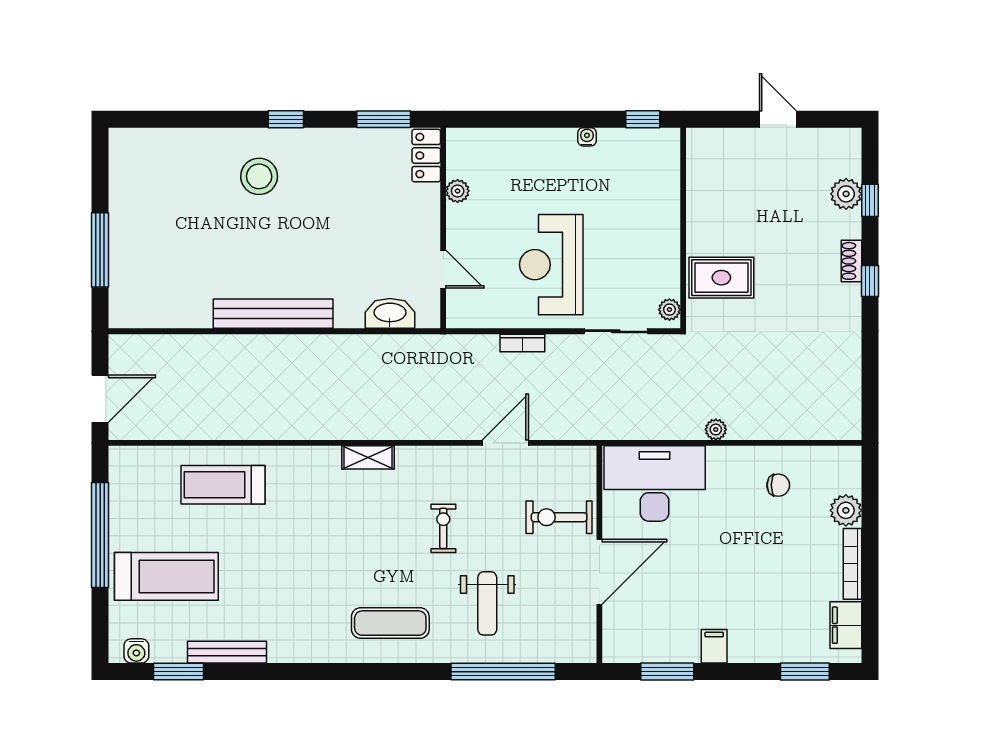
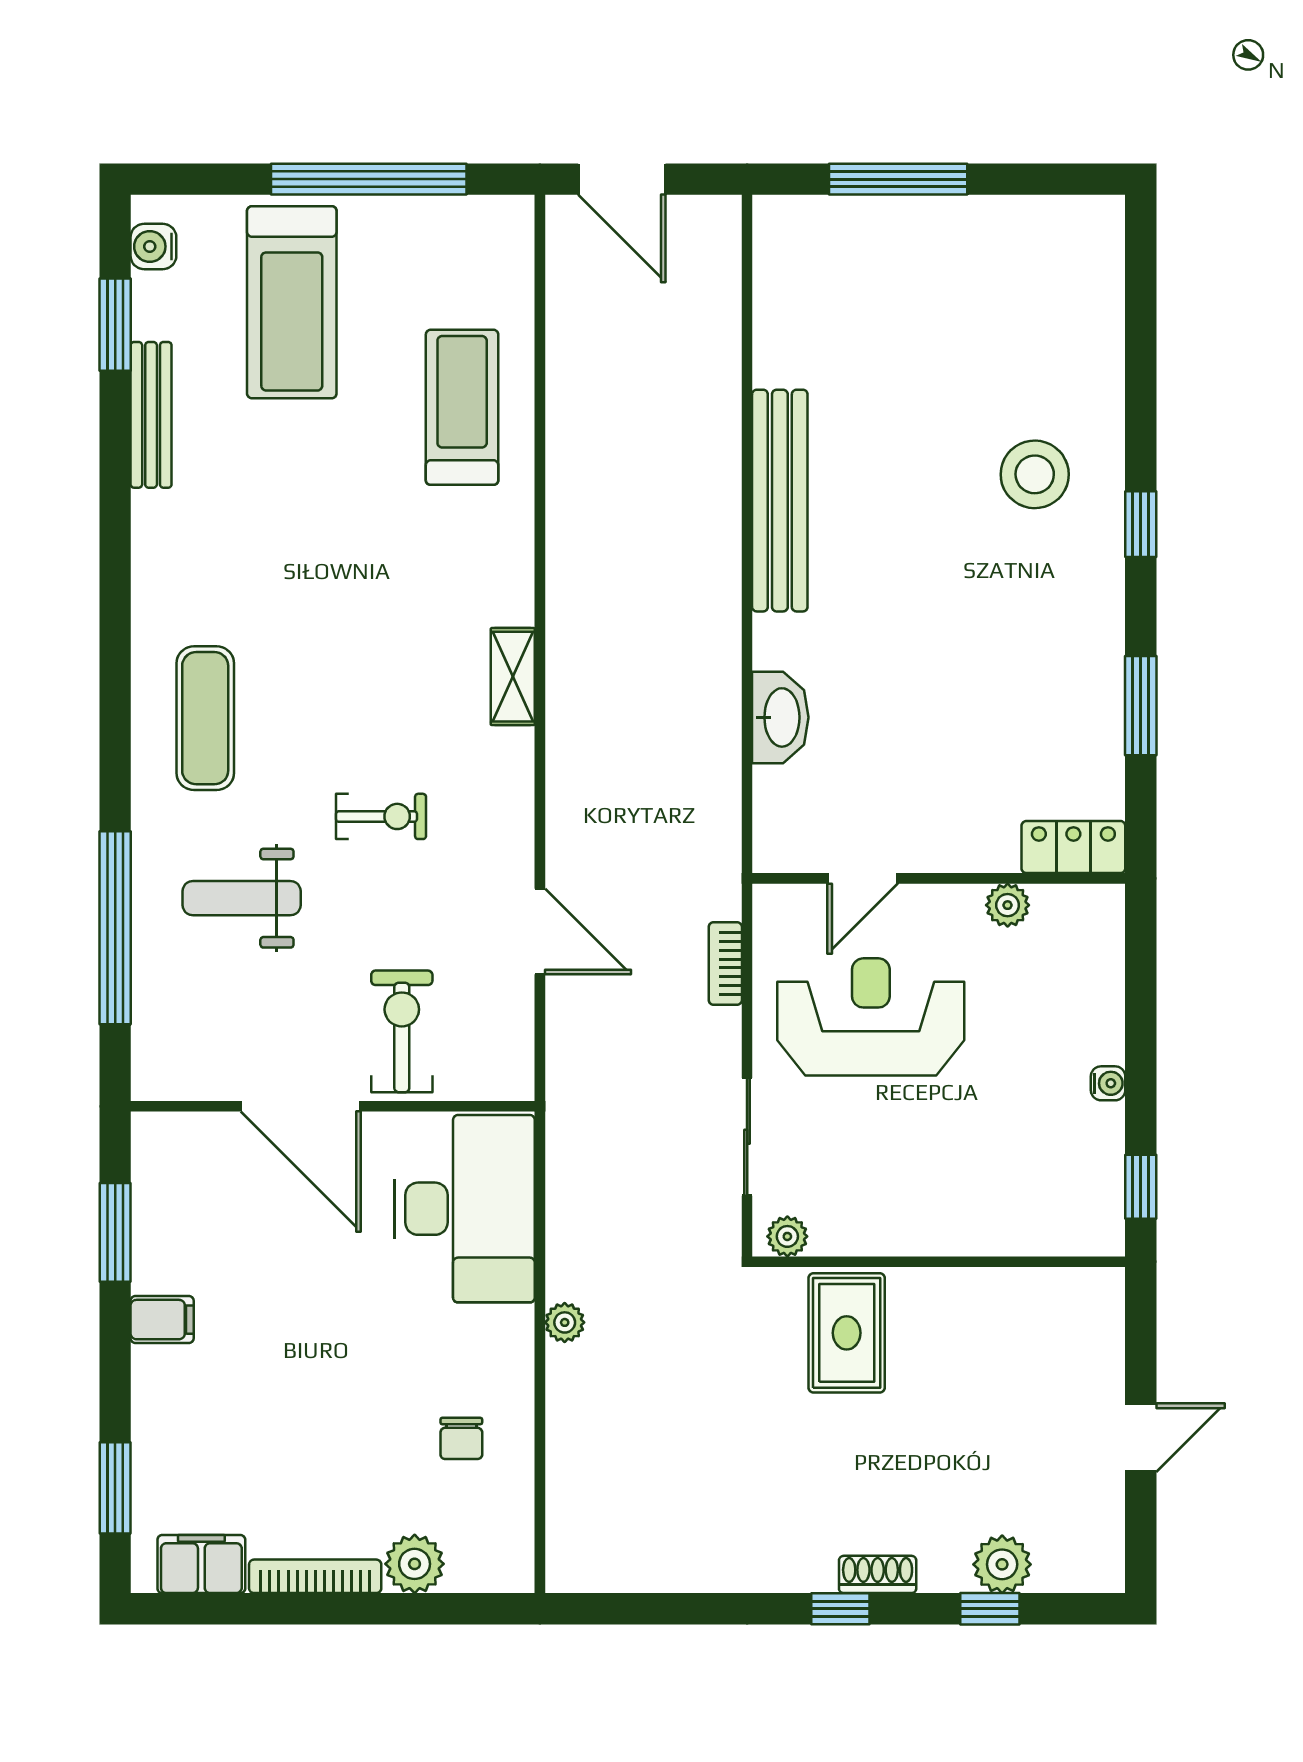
locker: (426, 156) -> (1073, 847), moved
plant: (458, 191) -> (1008, 905), moved
wall: (443, 228) -> (939, 878), moved
door: (443, 269) -> (862, 878), moved

